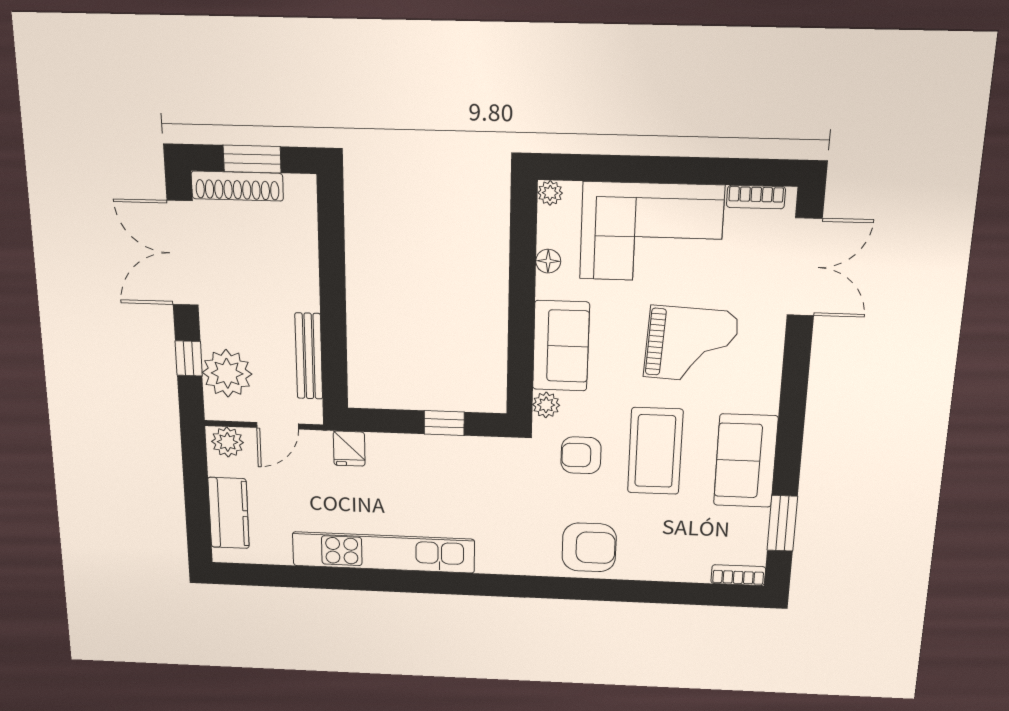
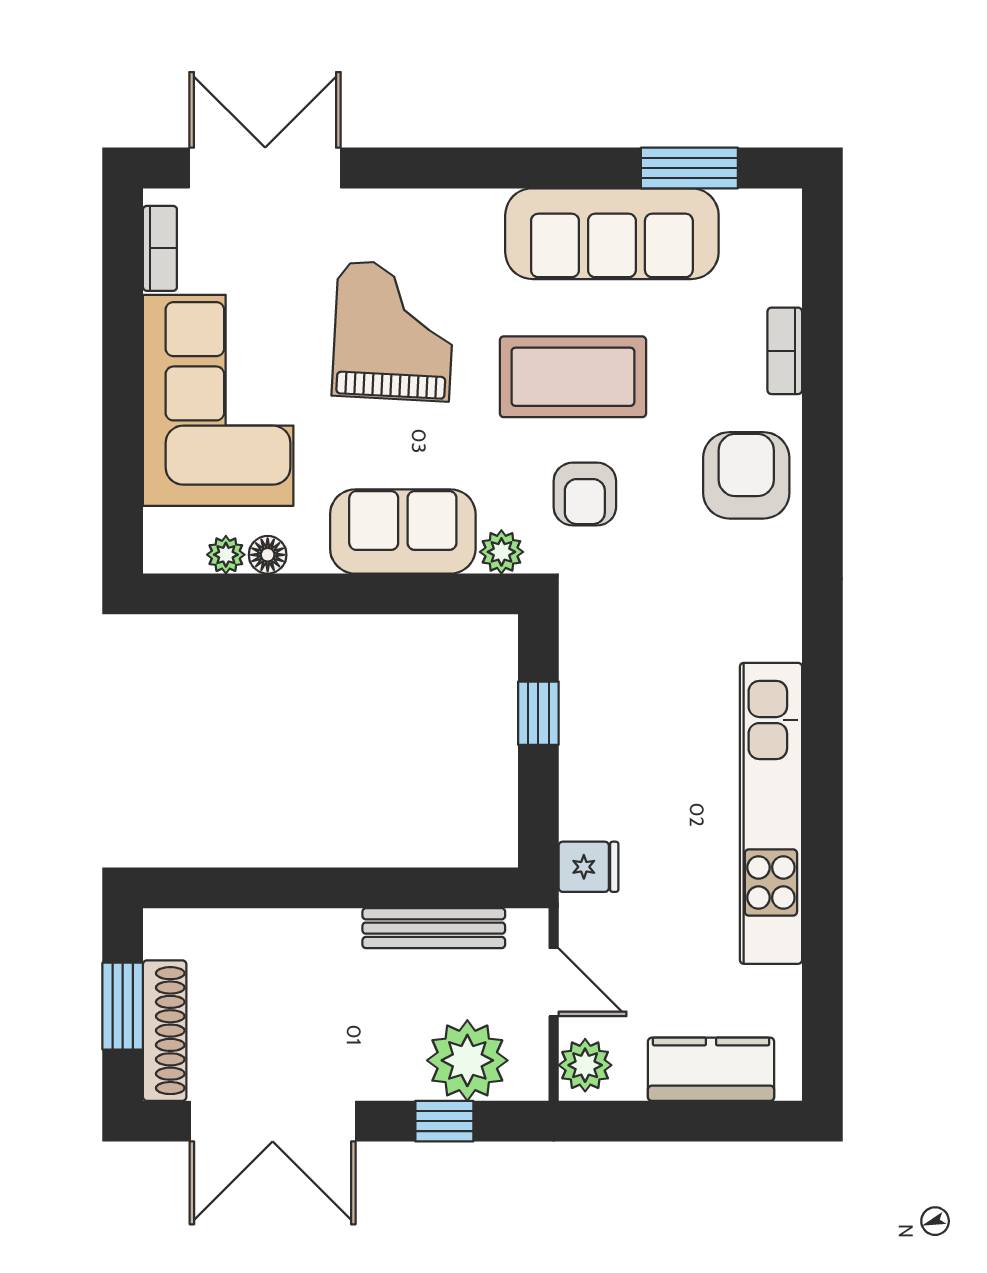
plant: (550, 193) -> (226, 555), moved
sofa: (746, 461) -> (612, 234), width x1.36
bookcase: (738, 575) -> (785, 351), moved

